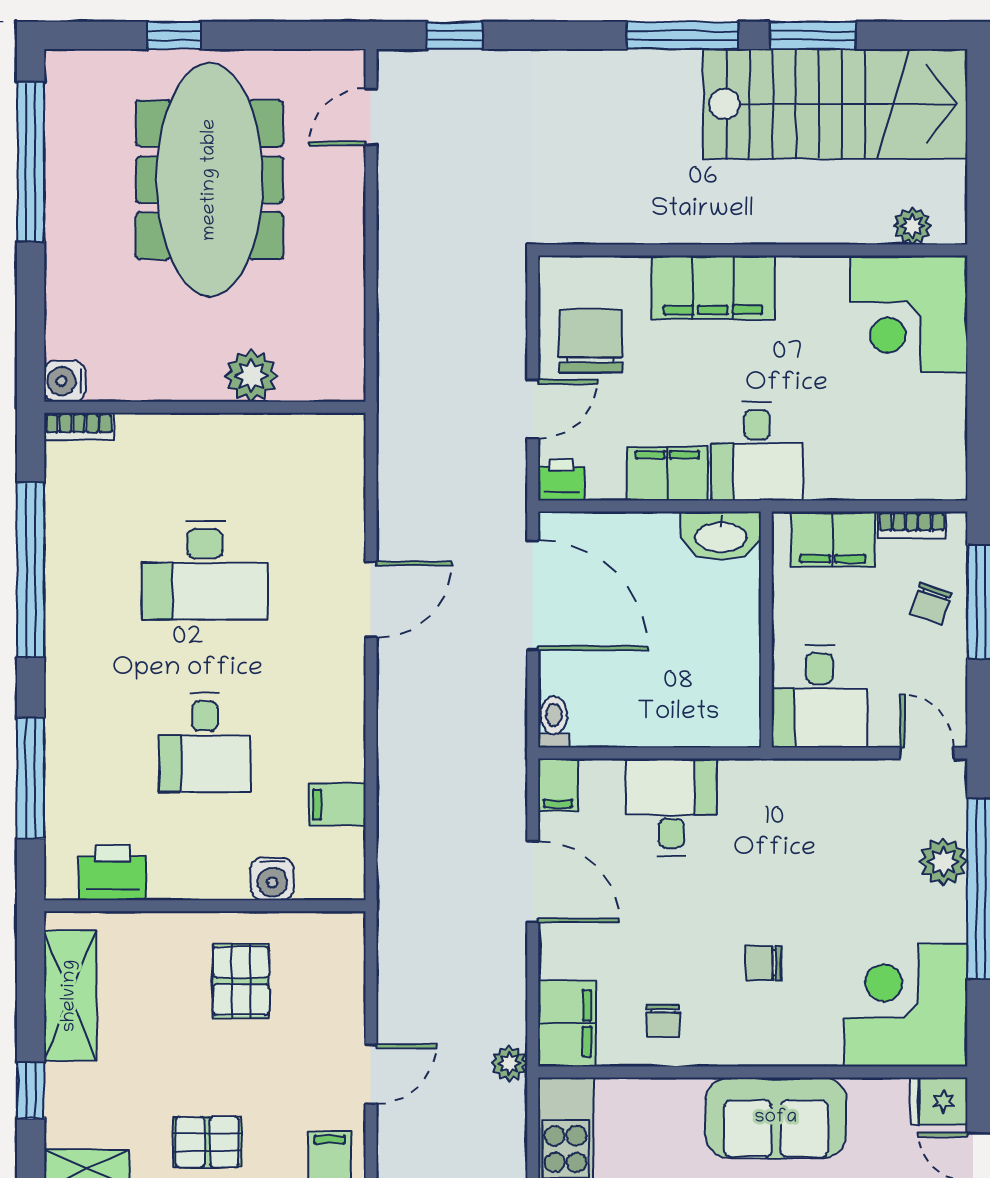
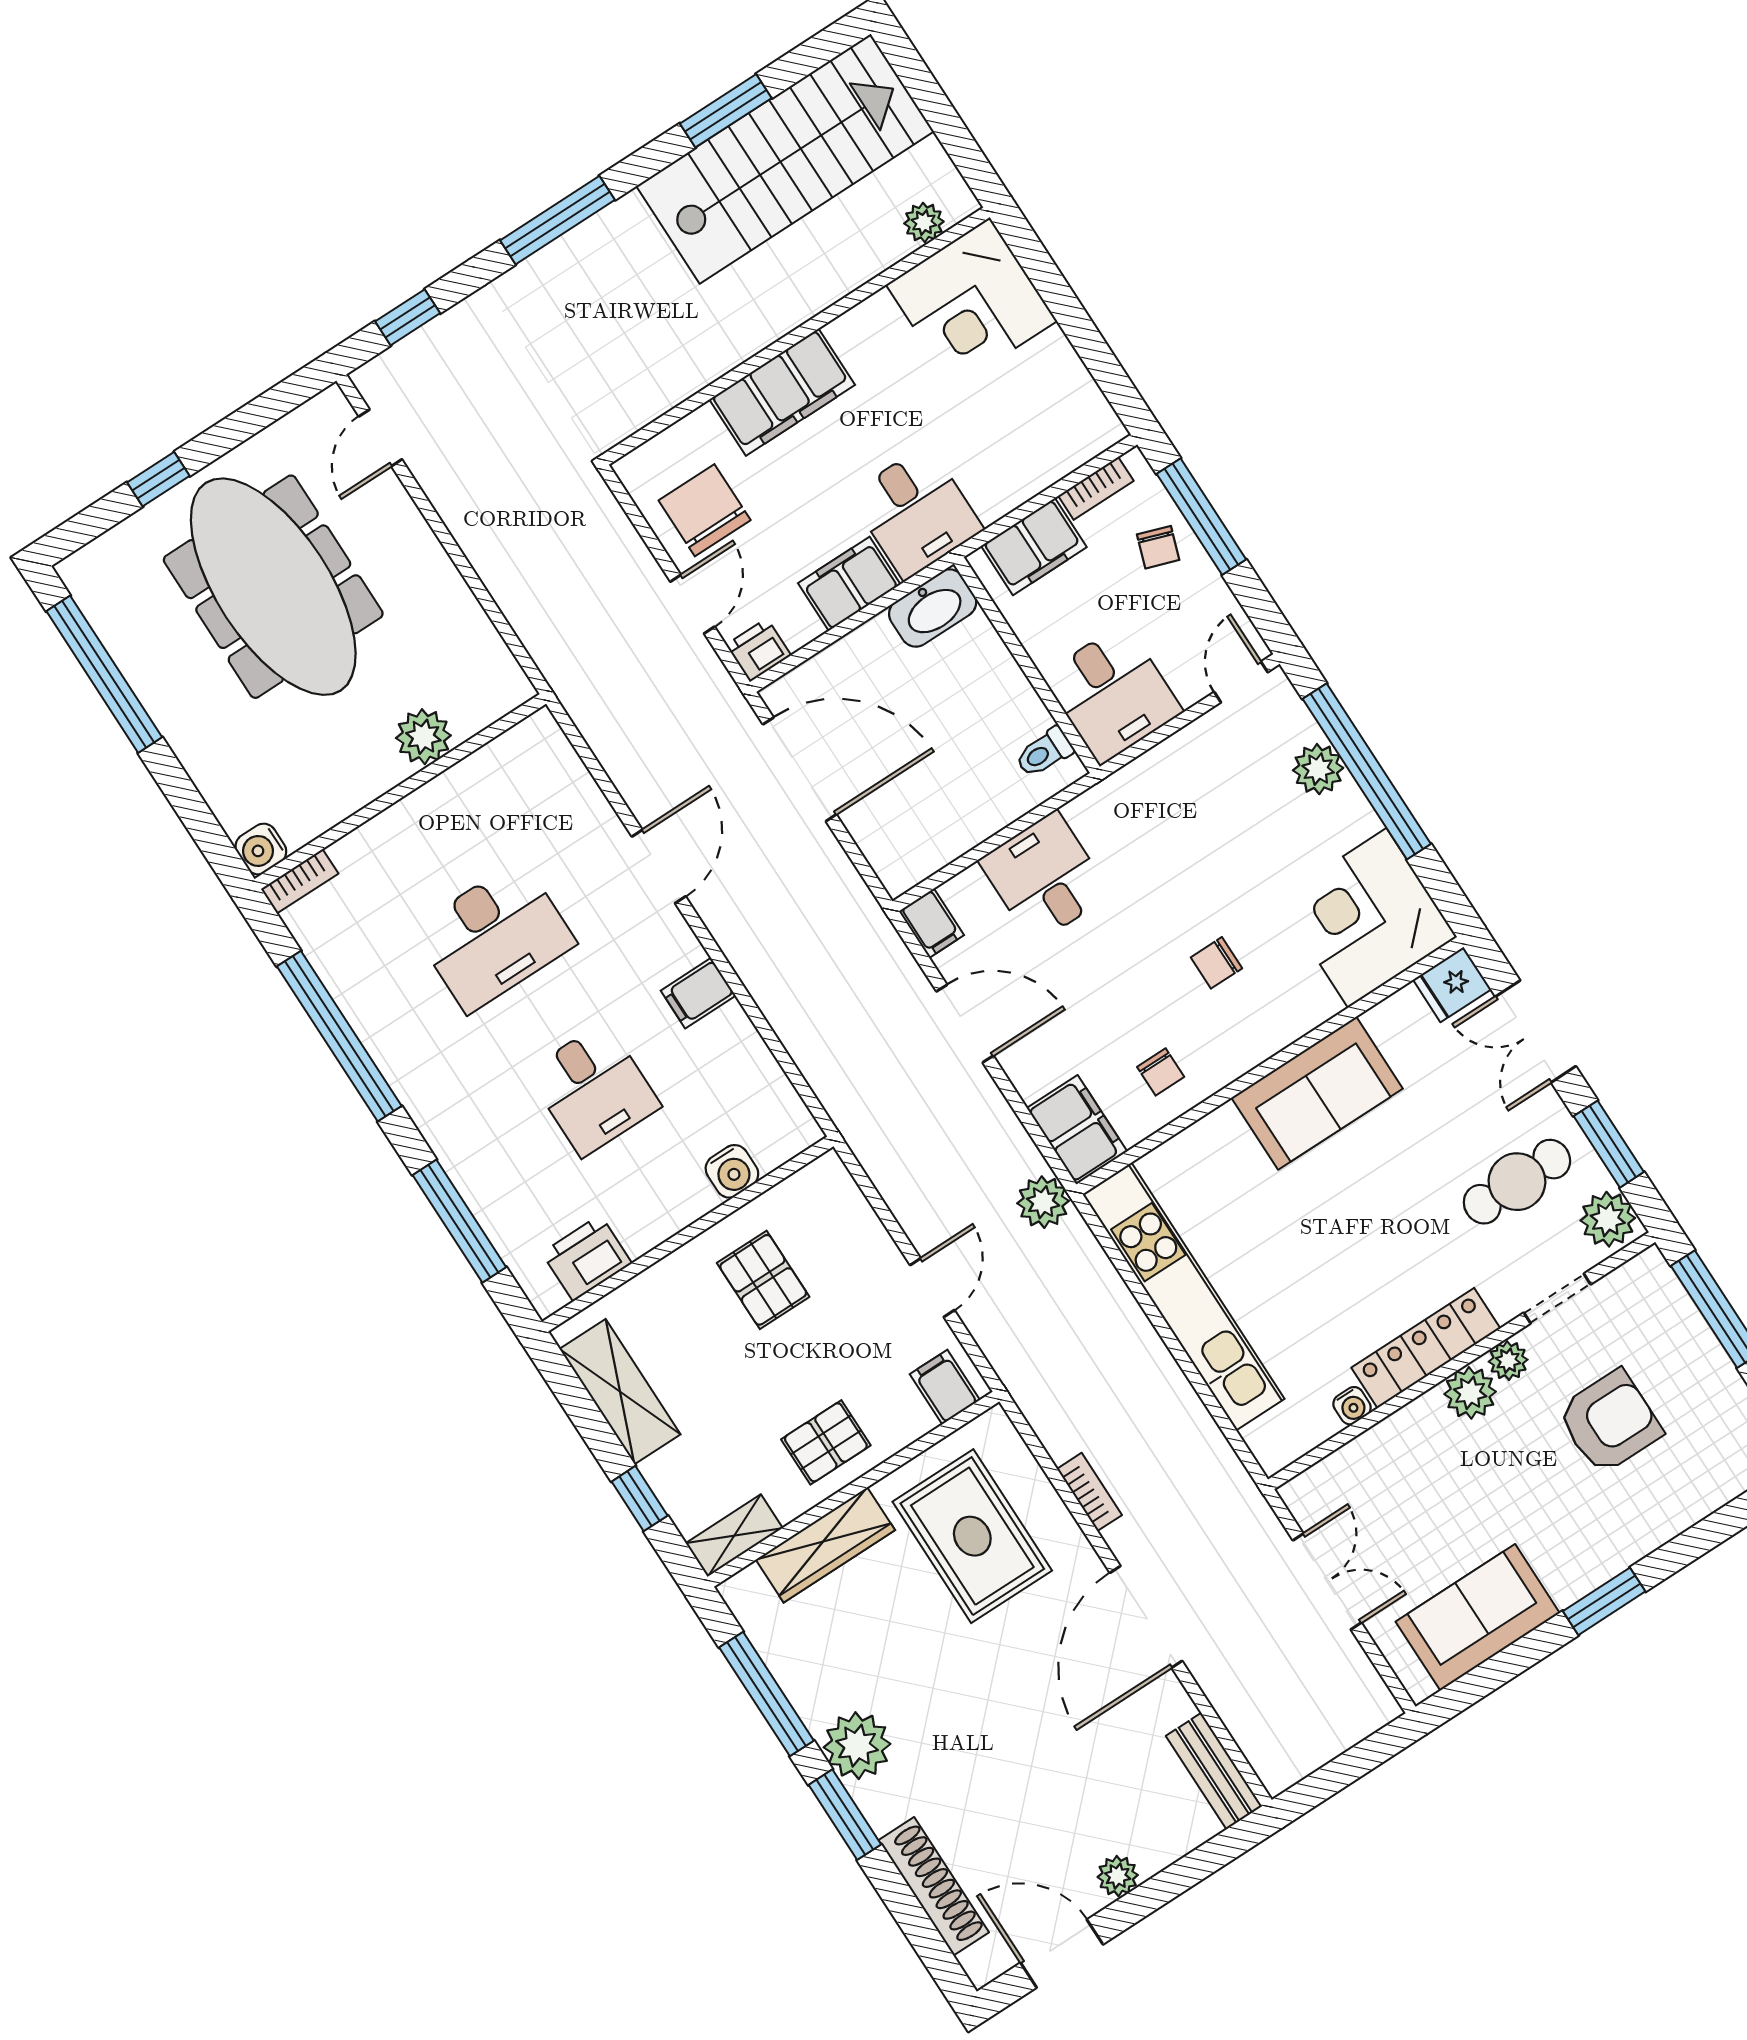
window: (683, 35) -> (557, 220), moved
toilet: (554, 722) -> (1044, 752), moved, turned -90
door: (927, 753) -> (1241, 682), hinge flipped
filing cabinet: (337, 805) -> (698, 993), moved
plant: (509, 1063) -> (1043, 1202), width x1.38, depth x1.38

